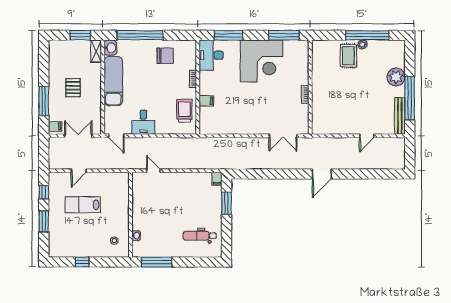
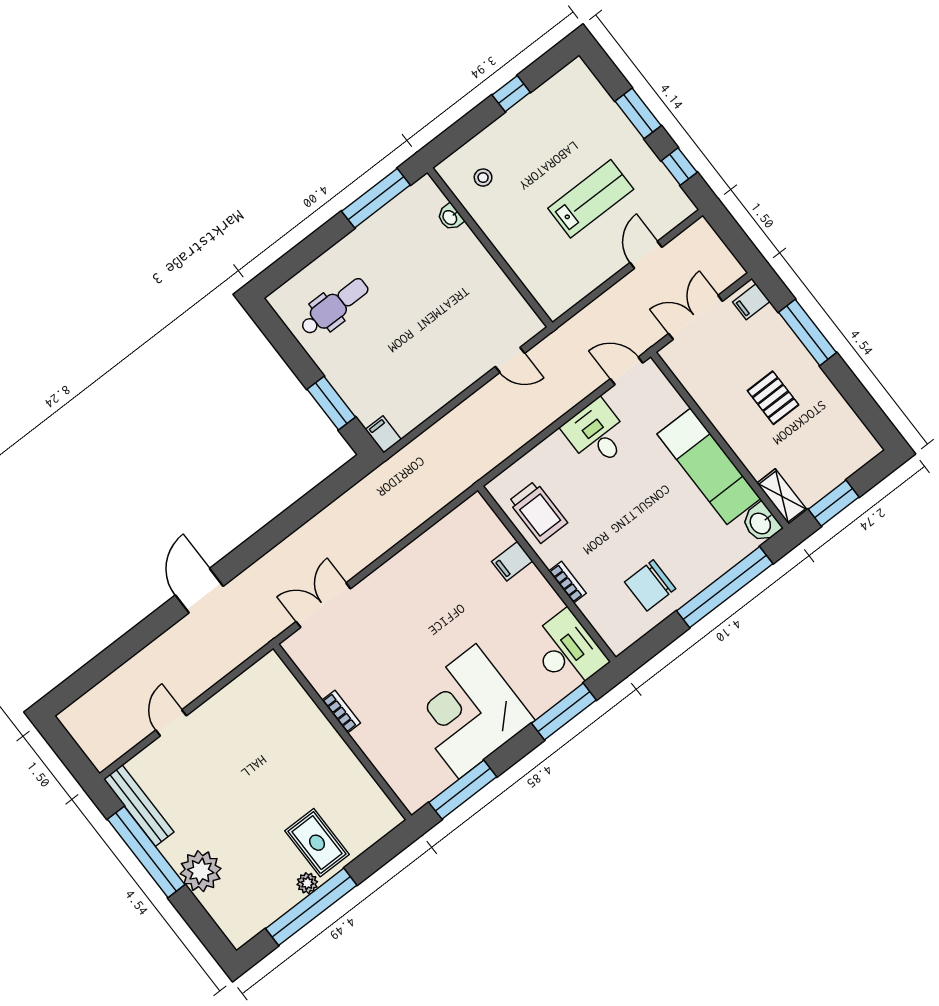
double door: (78, 136) -> (696, 317), swing flipped

